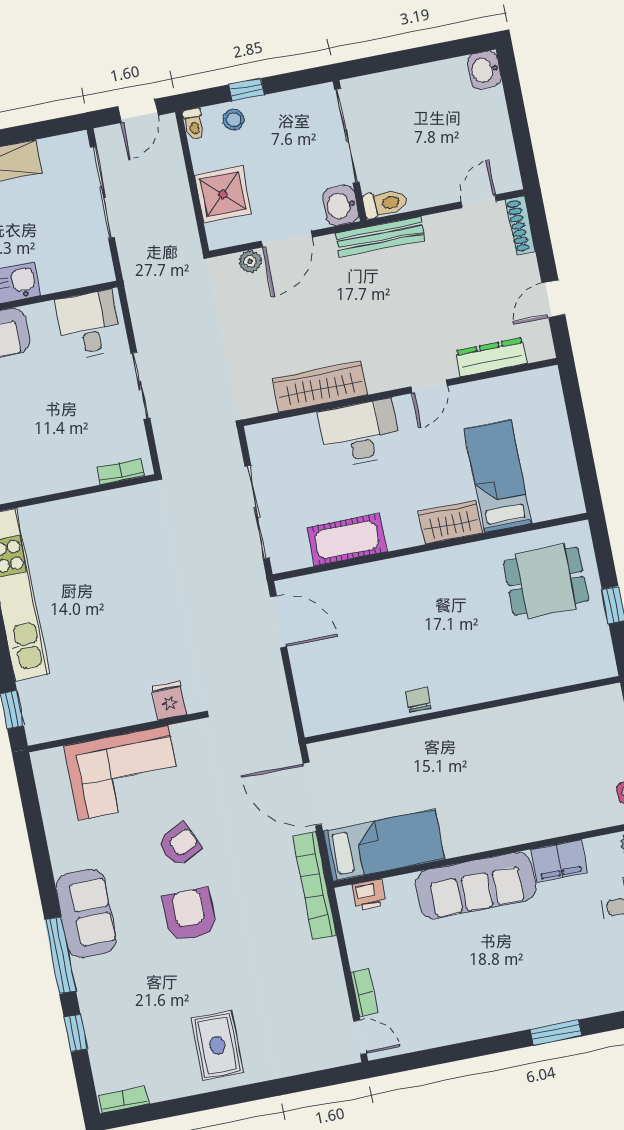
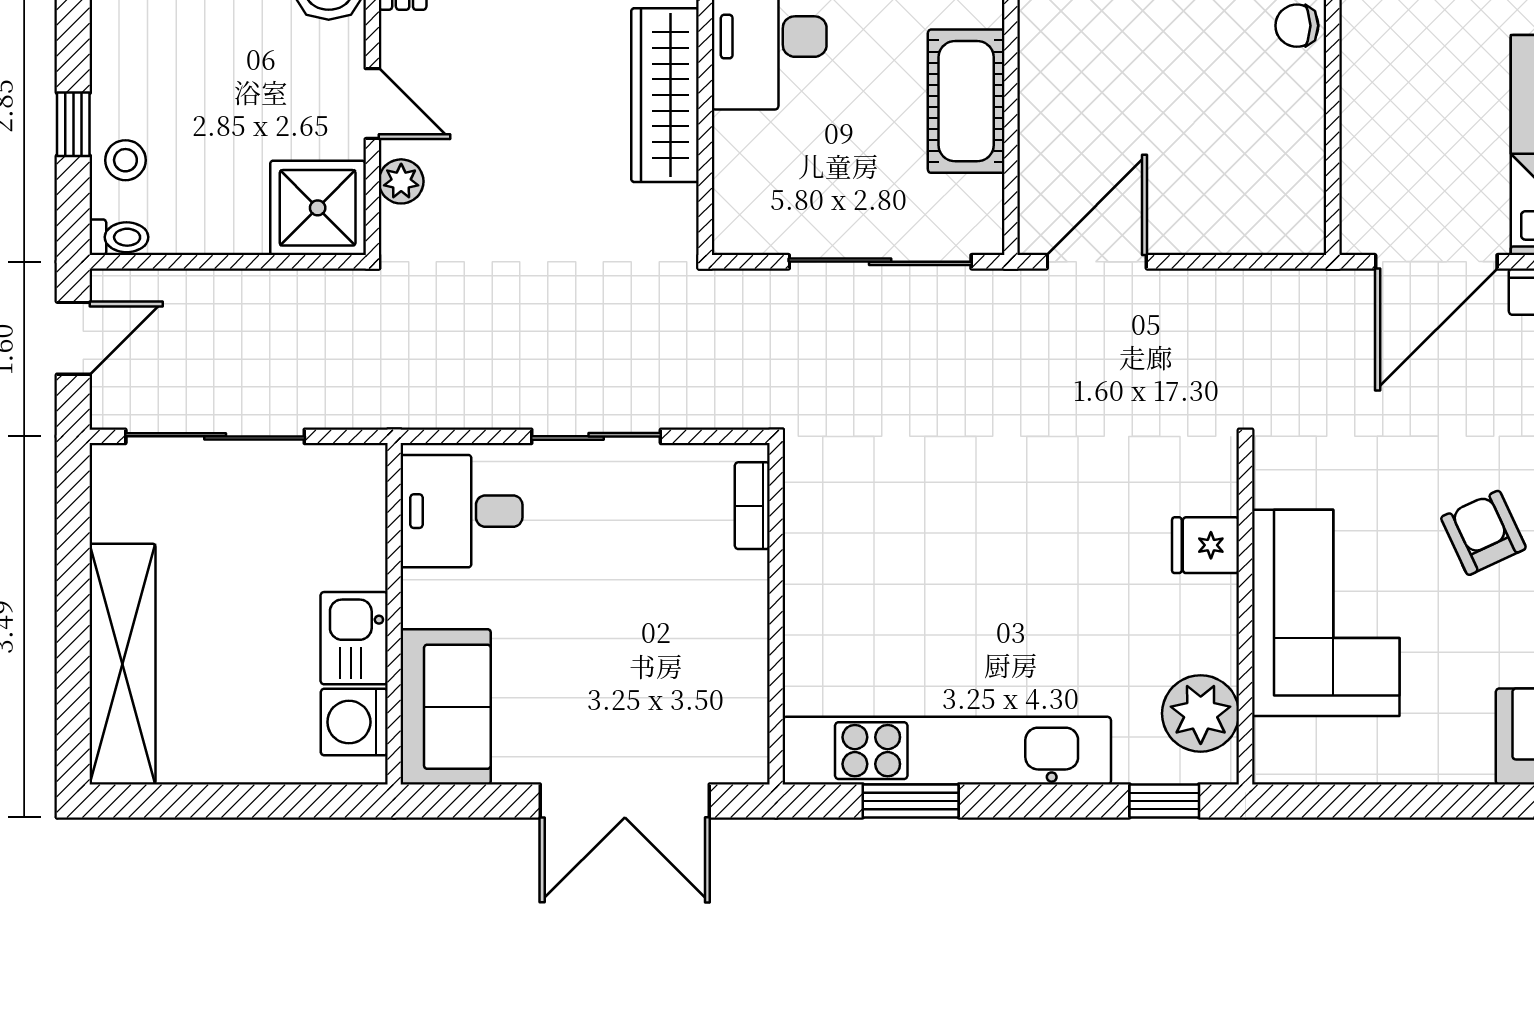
door: (138, 111) -> (73, 338), hinge flipped
shower: (223, 194) -> (318, 208), moved
door: (287, 239) -> (372, 104), width x0.73
fridge: (169, 701) -> (1206, 545), moved
plant: (60, 719) -> (1201, 713), added

